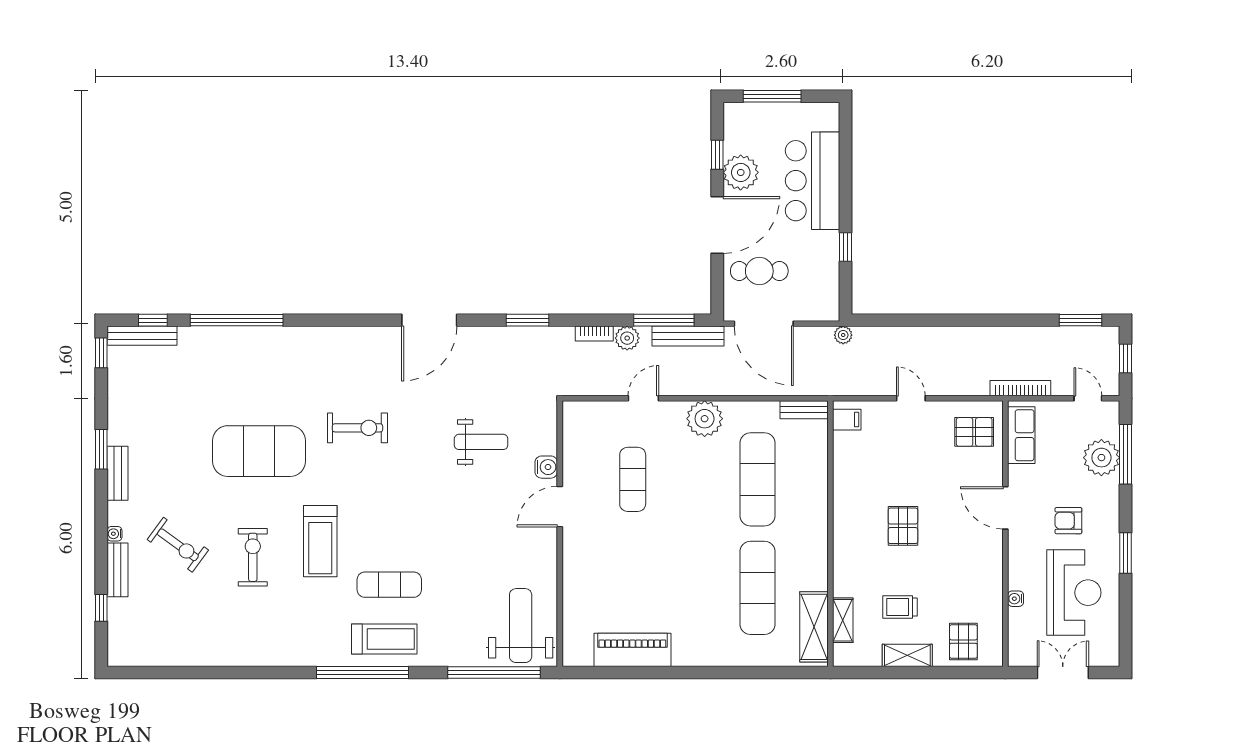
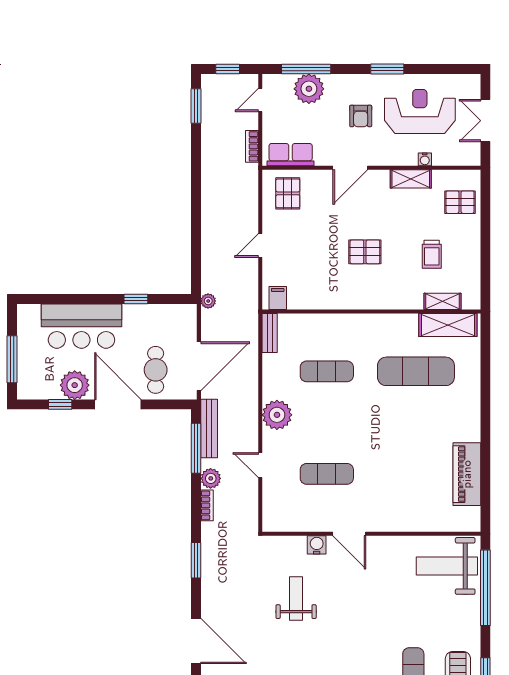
bookcase: (1020, 388) -> (252, 146), width x0.64
exercise mat: (757, 479) -> (327, 371), width x0.73, depth x0.69
shelving: (907, 655) -> (411, 179), moved, turned 90

